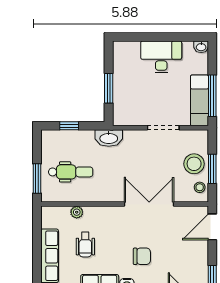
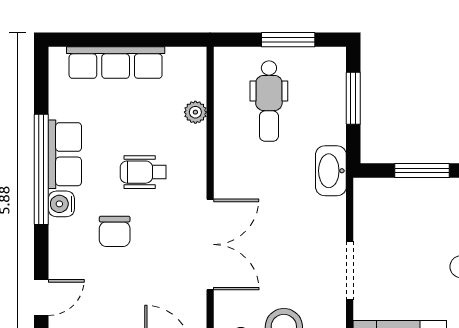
window: (69, 126) -> (353, 98), width x1.50
window: (37, 179) -> (288, 40), moved
wheelchair: (85, 245) -> (143, 172), moved

